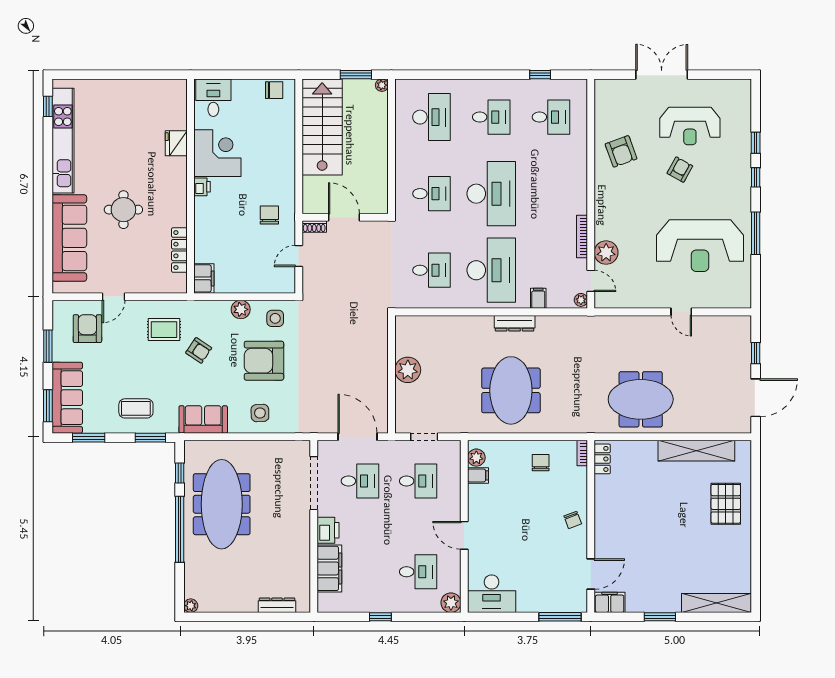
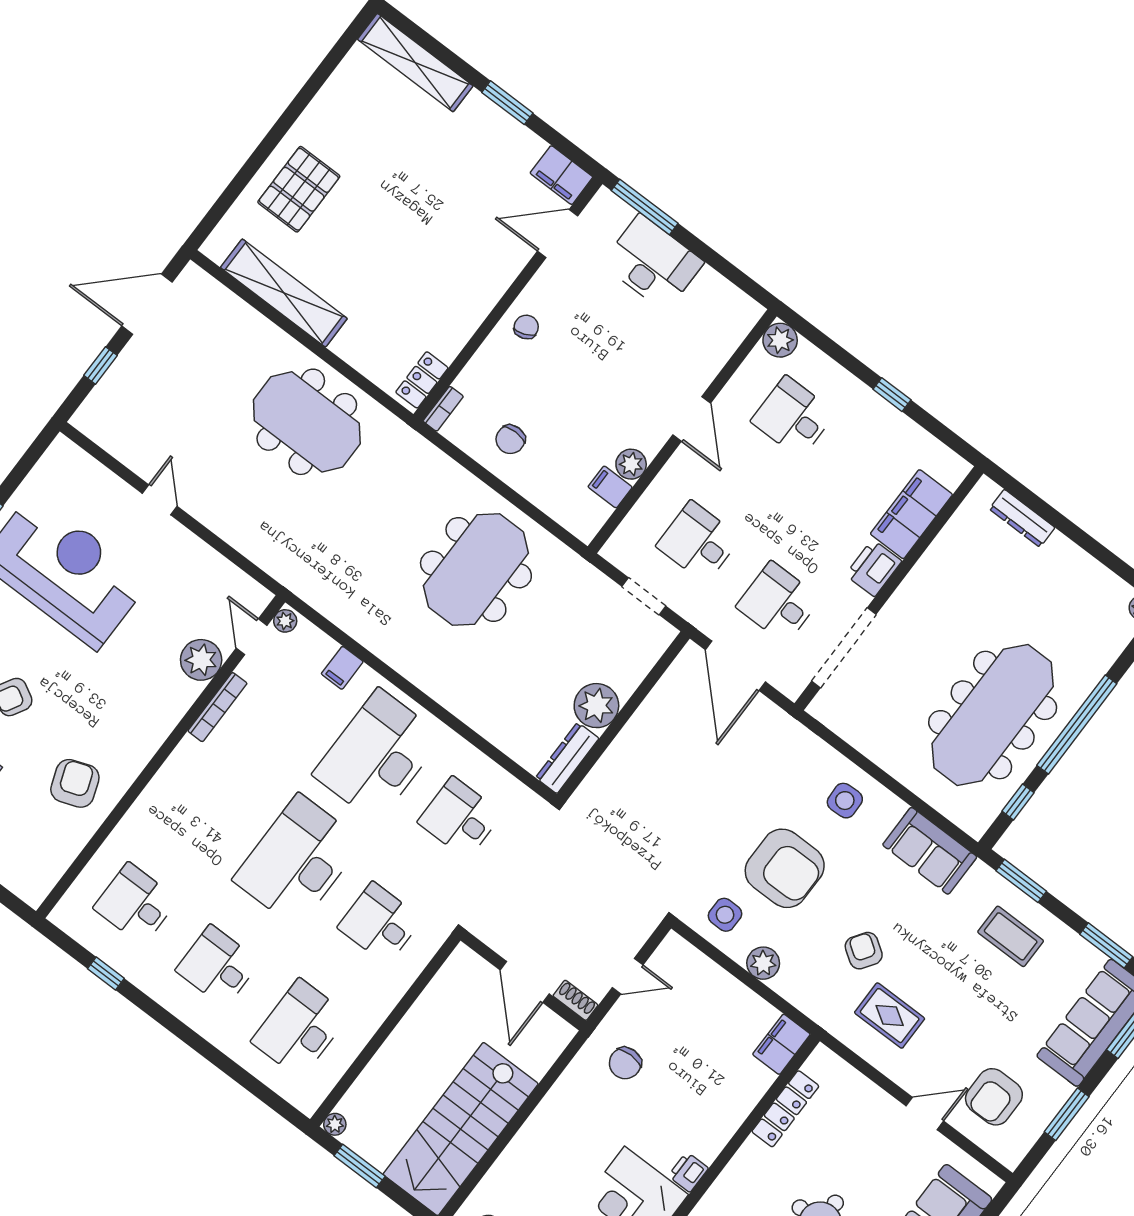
dresser: (515, 323) -> (567, 758), moved, turned -90
plant: (476, 458) -> (631, 464), moved
desk: (492, 594) -> (653, 263), moved

